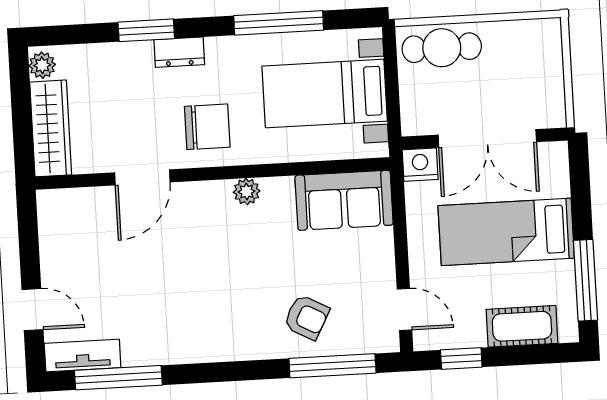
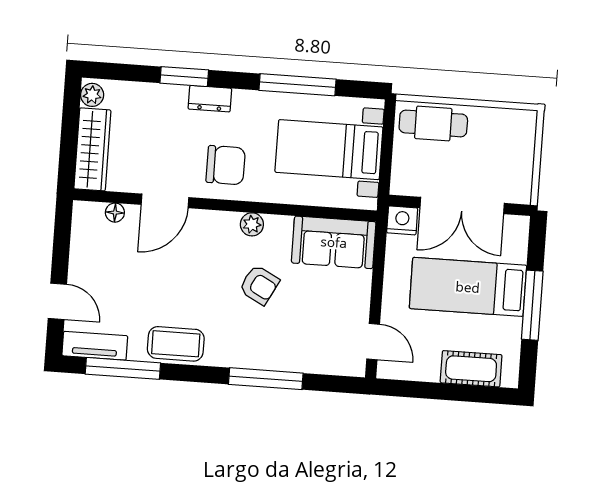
floor lamp: (86, 198) -> (115, 213), added
window: (585, 280) -> (532, 305), moved
armchair: (306, 317) -> (259, 285), moved
coffee table: (176, 341) -> (176, 344), added
window: (461, 358) -> (416, 389), removed
window: (332, 366) -> (266, 379), moved

